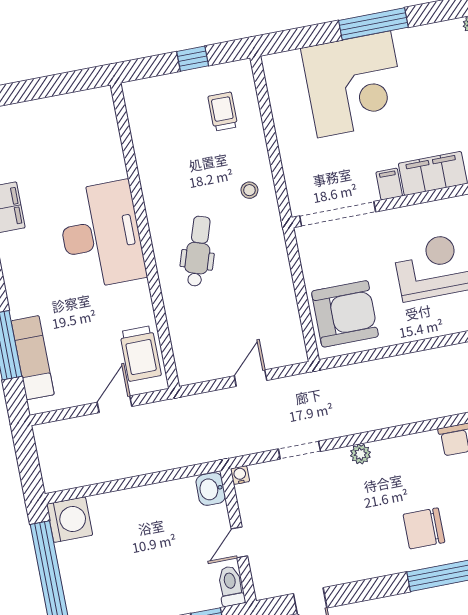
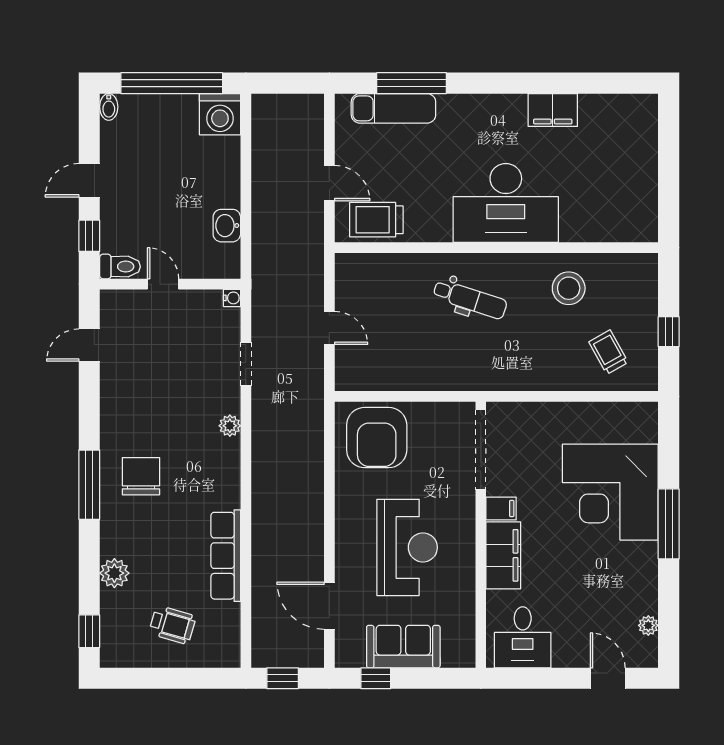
trolley: (223, 112) -> (608, 352), turned -119
stool: (249, 190) -> (569, 288), moved, width x1.89, depth x1.89
washbasin: (211, 489) -> (227, 226), moved, turned -90

